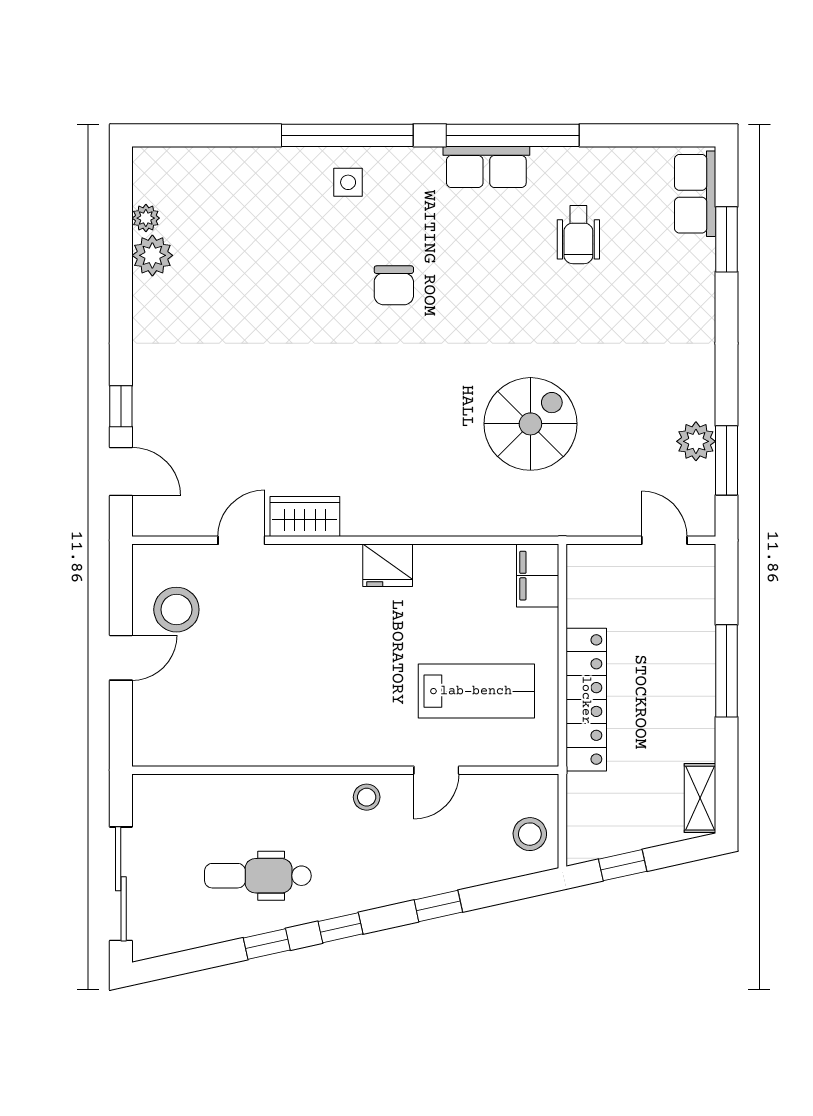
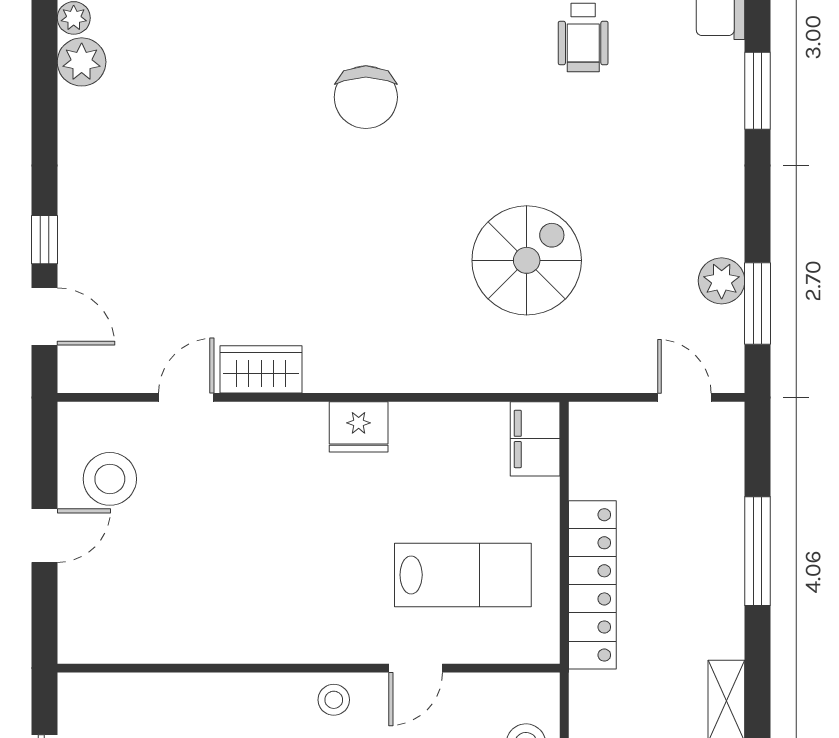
window: (727, 239) -> (758, 91), moved
chair: (394, 285) -> (366, 97), width x1.37, depth x1.37

